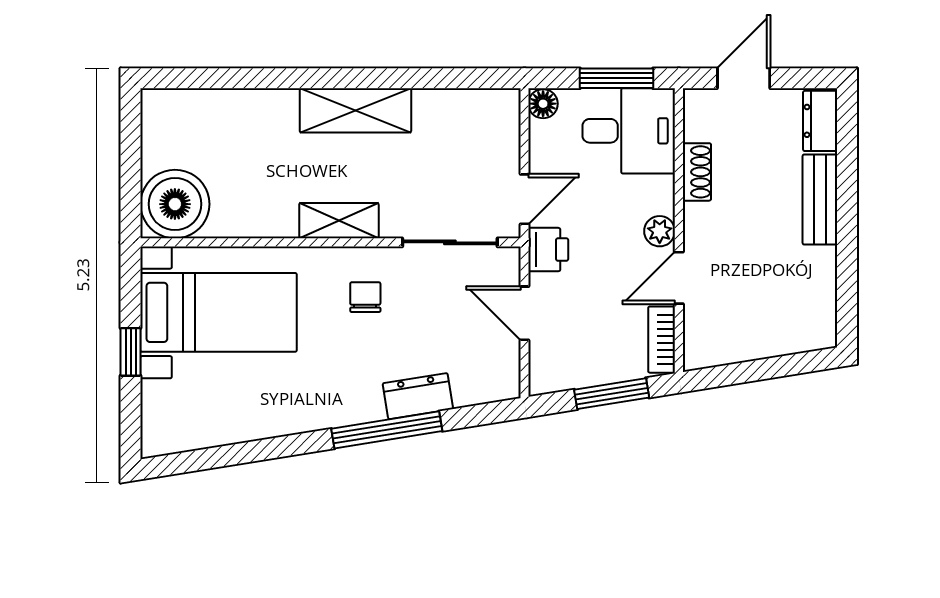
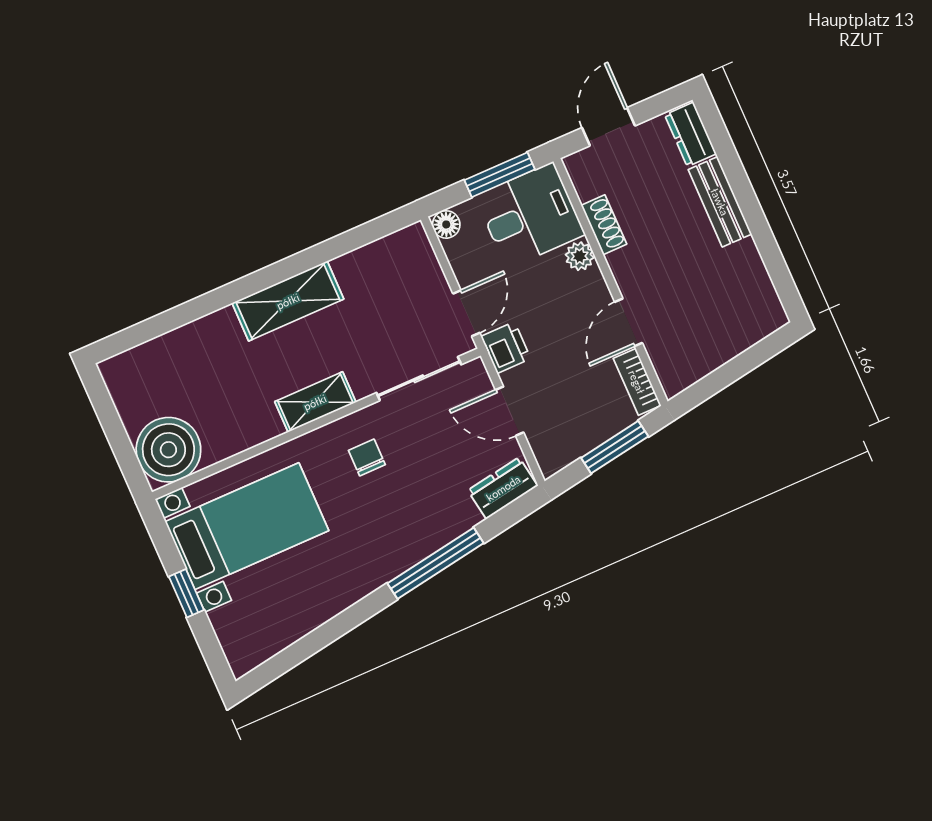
plant: (660, 231) -> (580, 256), moved
dresser: (418, 396) -> (503, 488), moved

